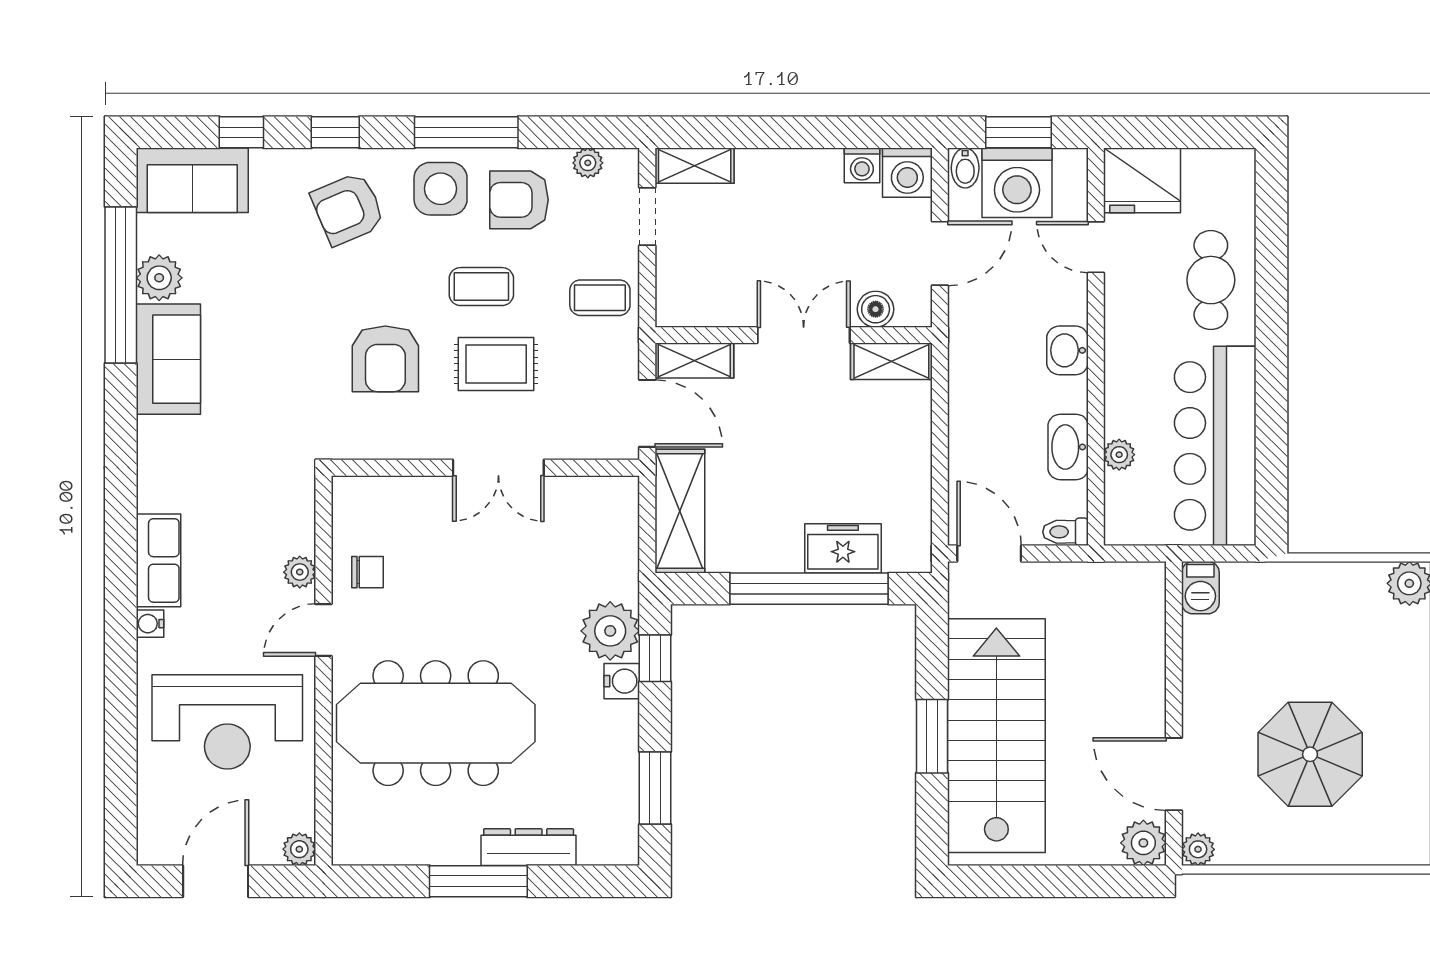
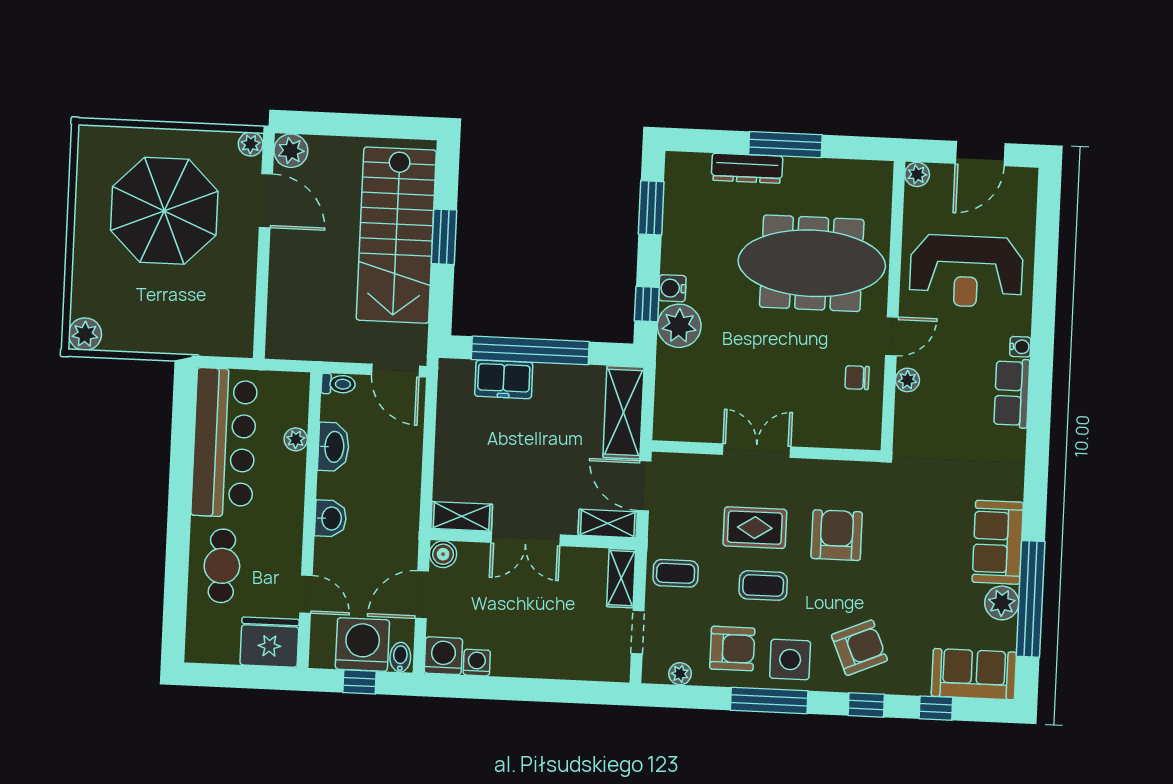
window: (1019, 132) -> (360, 682), width x0.67
shelving: (695, 166) -> (621, 578), moved, turned 90
boiler: (876, 309) -> (443, 554), moved
barbecue: (1200, 588) -> (240, 338), removed
reception desk: (227, 722) -> (966, 271), turned 180
parasol: (1310, 754) -> (164, 211), width x1.36, depth x1.36

